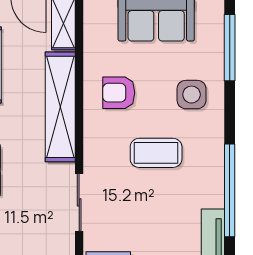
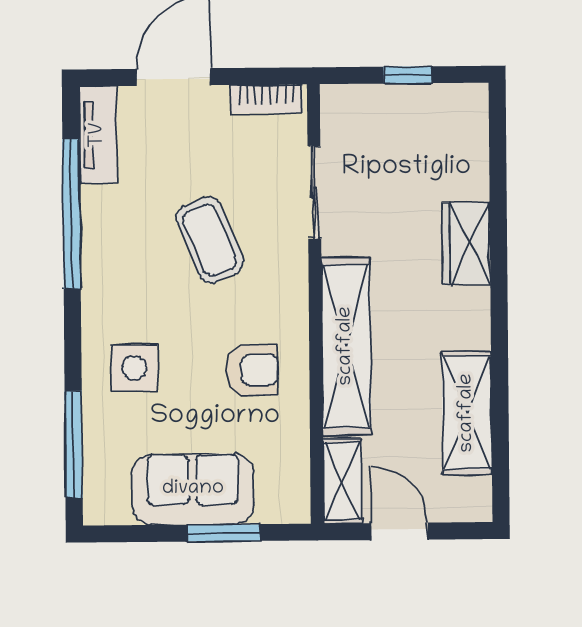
coffee table: (156, 153) -> (210, 240), moved, turned 68

